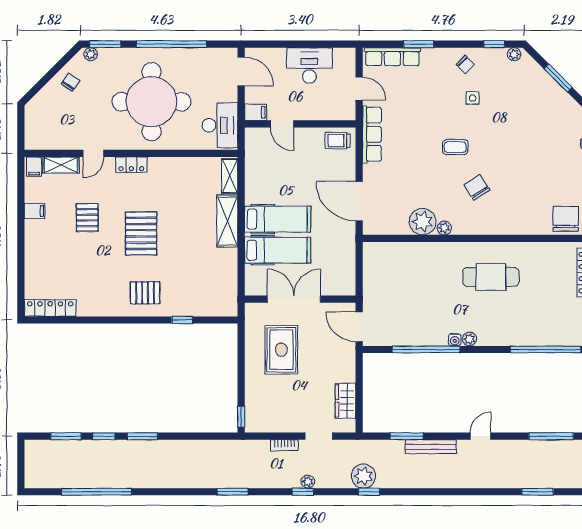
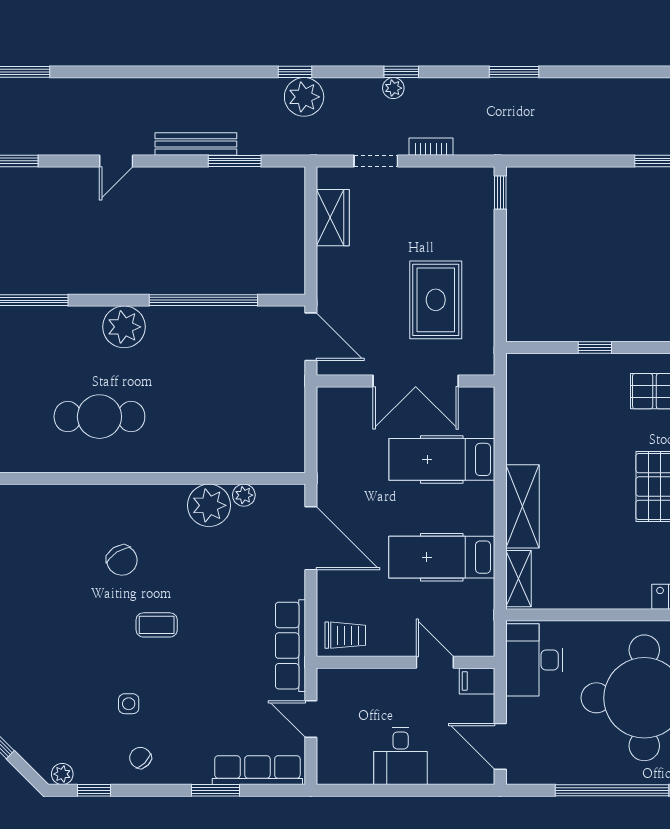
desk: (309, 66) -> (401, 756), width x0.73
hospital bed: (278, 219) -> (442, 557), moved
plant: (444, 228) -> (244, 495), moved
plant: (469, 339) -> (124, 327), width x1.88, depth x1.88
water cooler: (455, 340) -> (157, 316), removed

